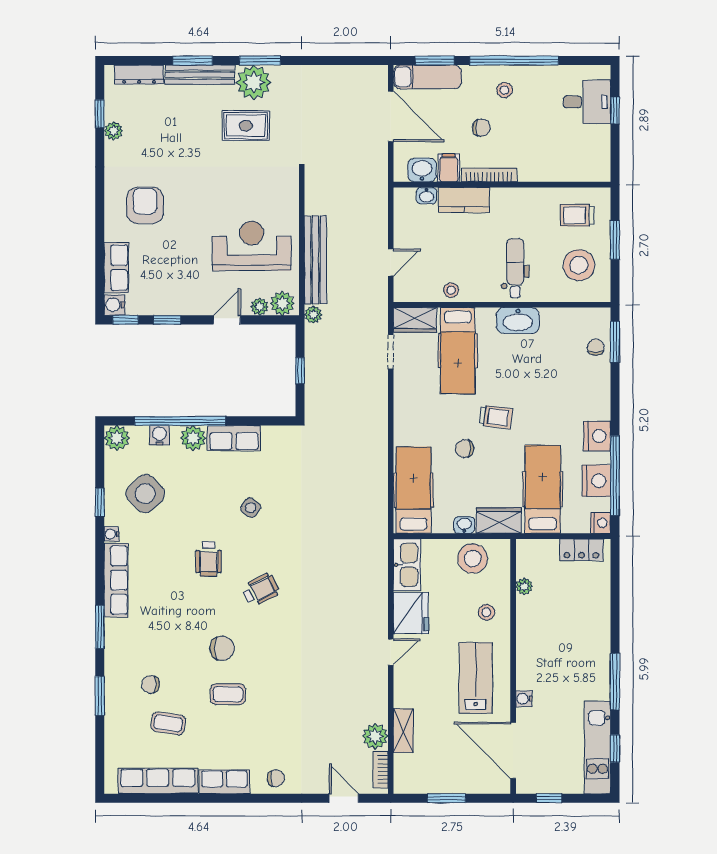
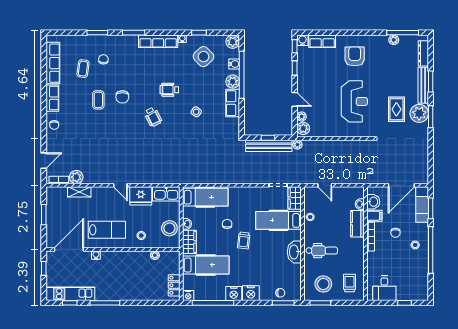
desk: (587, 102) -> (384, 288), moved
window: (100, 114) -> (403, 33), width x2.17
armchair: (145, 205) -> (355, 56), turned -90
window: (615, 240) -> (320, 303), moved
reception desk: (252, 246) -> (354, 101), moved
bench: (315, 260) -> (269, 146), moved
nightstand: (596, 481) -> (251, 293), moved

